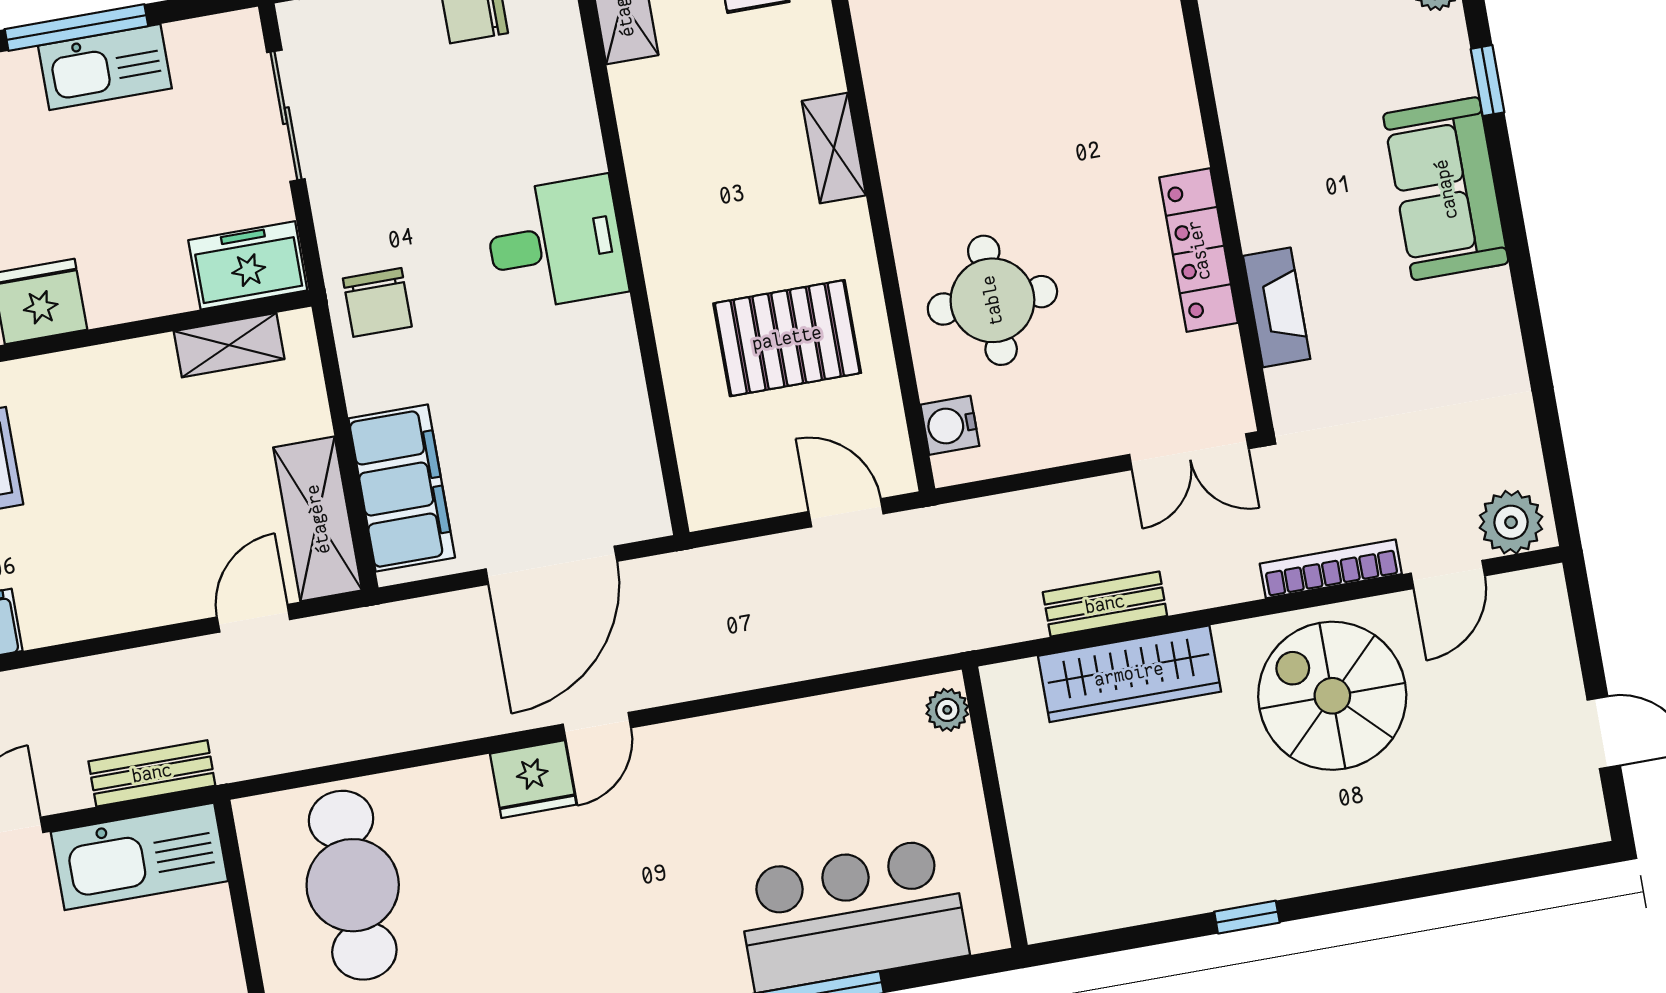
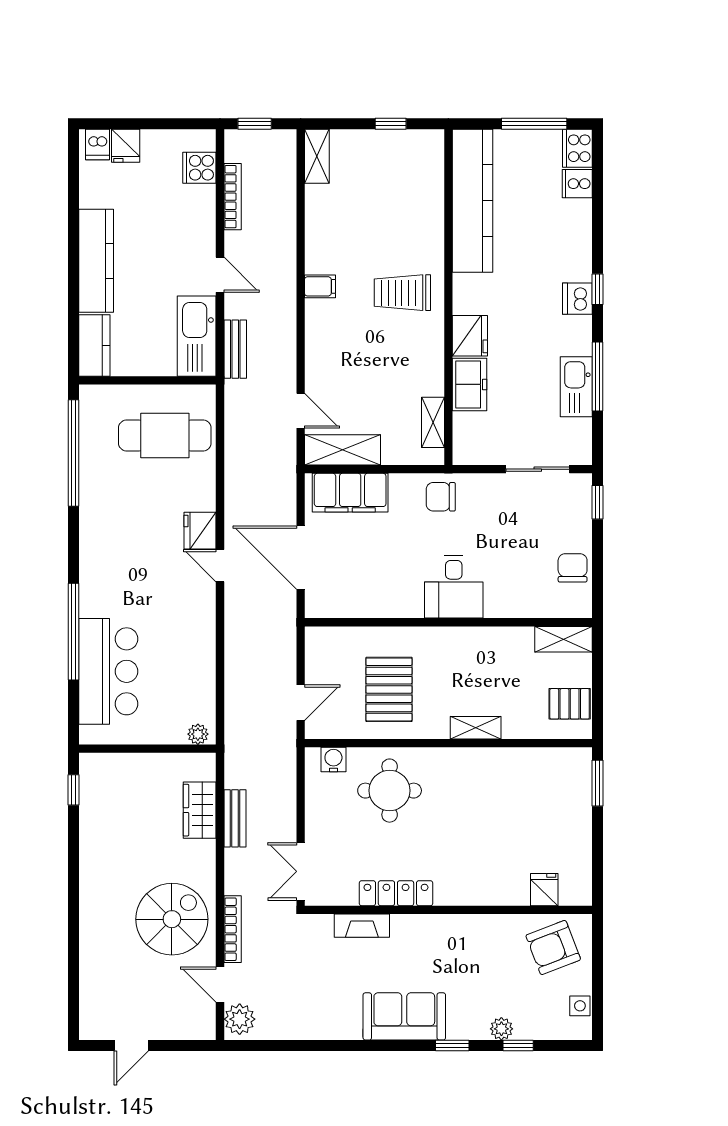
freezer: (248, 265) -> (470, 384), moved
wardrobe: (1129, 674) -> (200, 810), width x0.67
window: (1247, 917) -> (74, 790), moved

